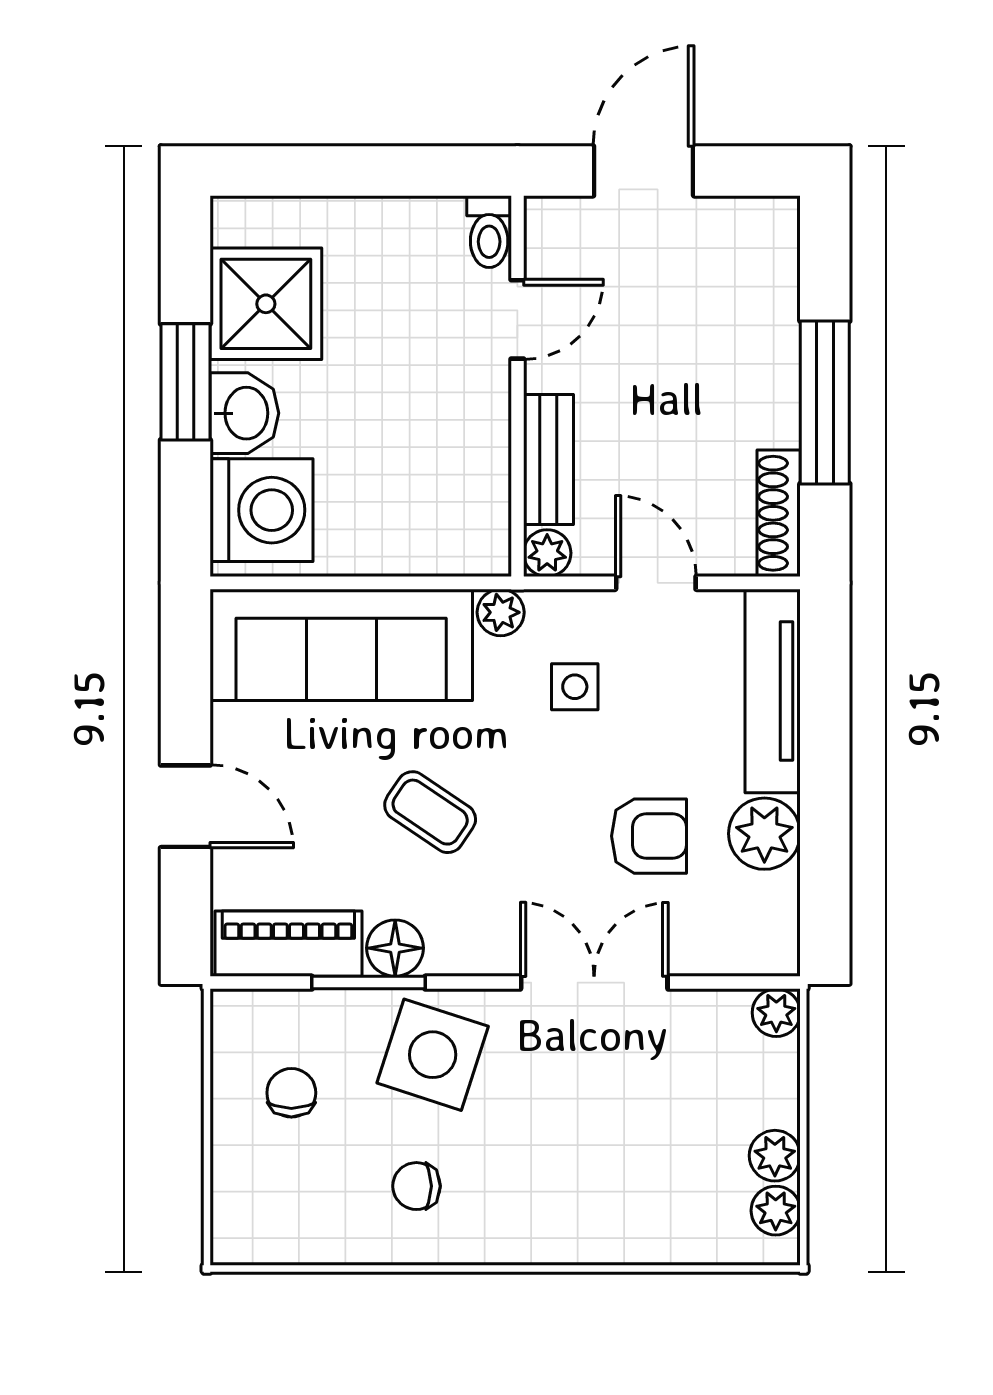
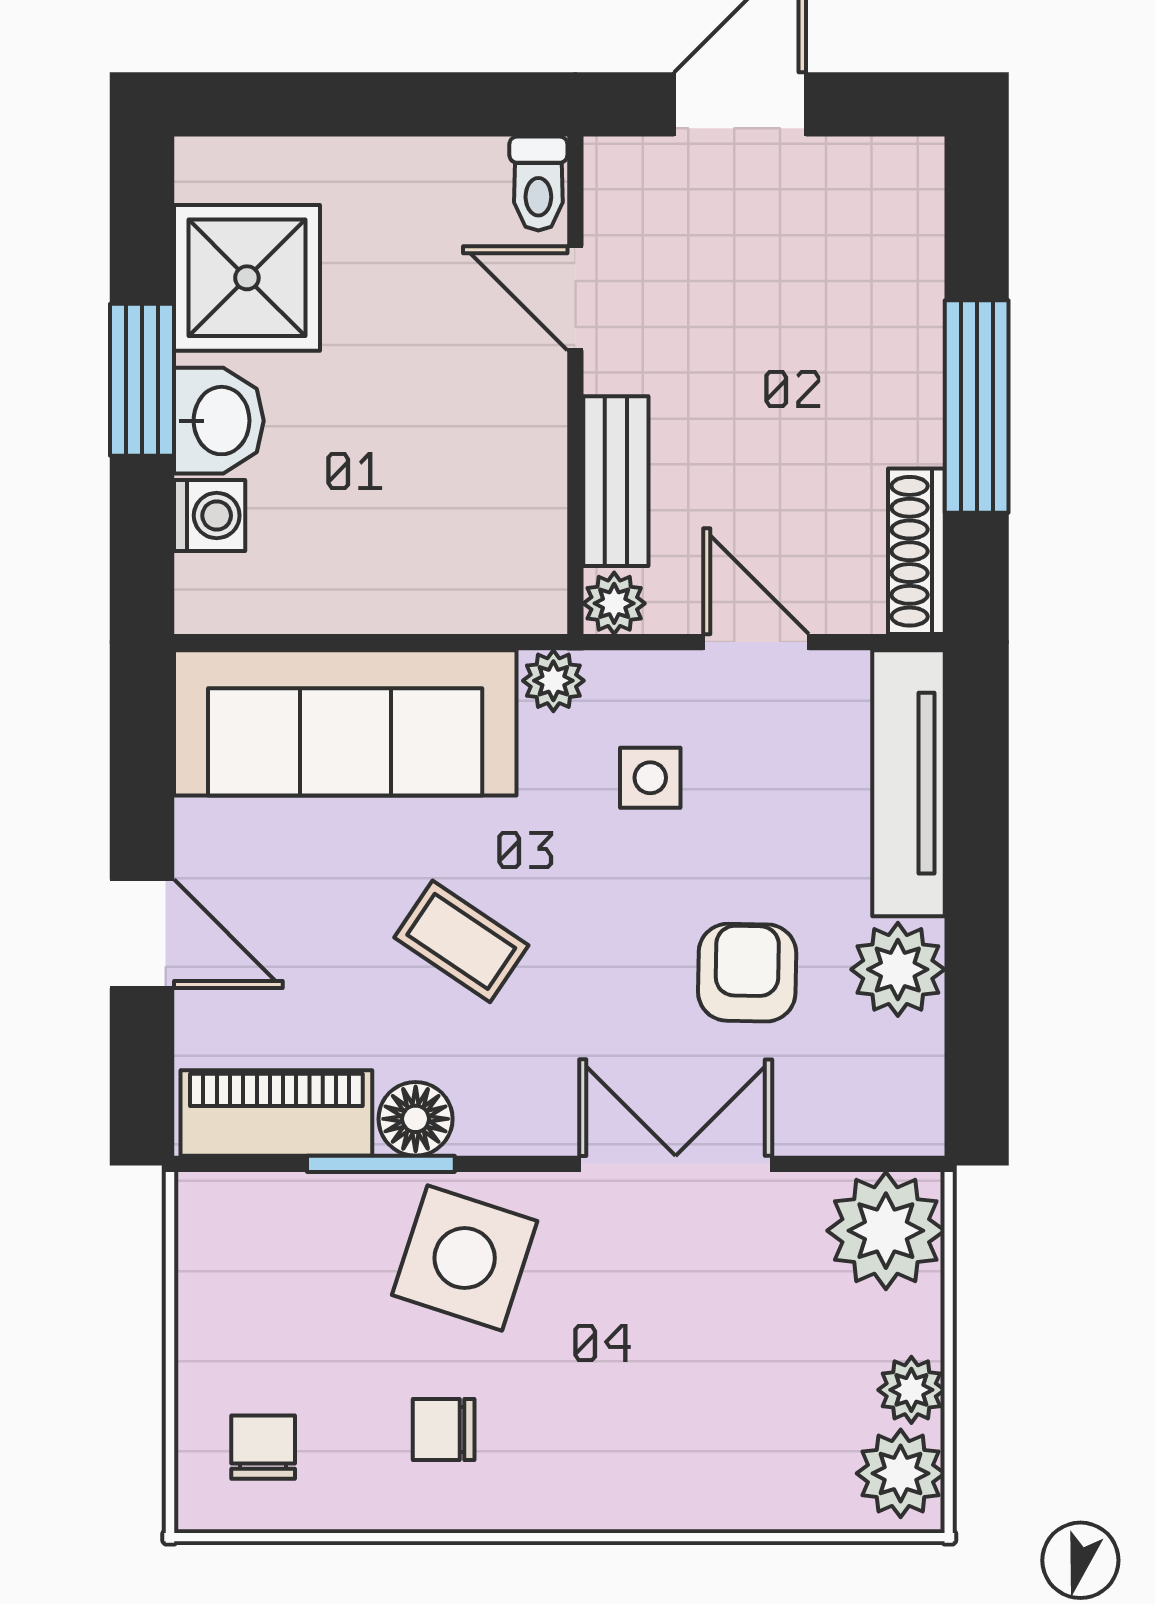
door: (517, 319) -> (575, 298), swing flipped
washing machine: (261, 510) -> (210, 516), width x0.53, depth x0.53
armchair: (649, 836) -> (747, 973), turned -89
plant: (776, 1013) -> (886, 1231), width x1.88, depth x1.88
chair: (291, 1093) -> (263, 1447), moved
plant: (776, 1211) -> (901, 1473), width x1.38, depth x1.38

